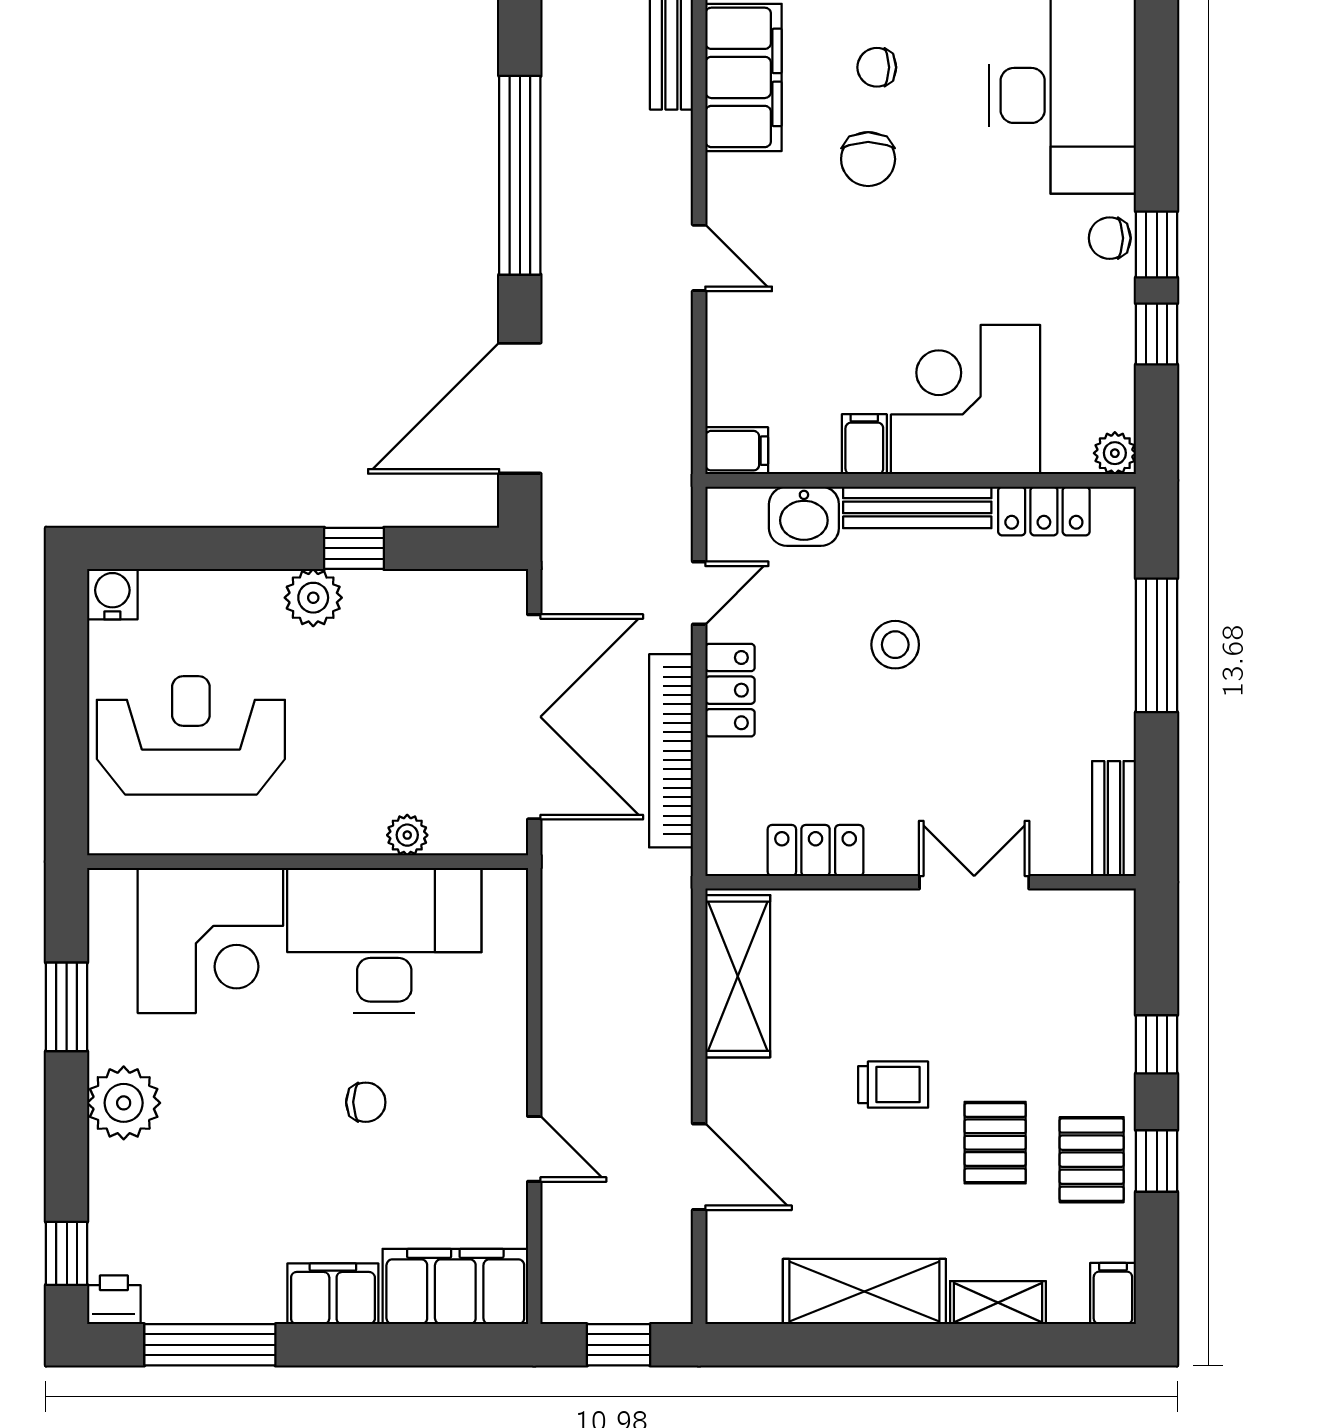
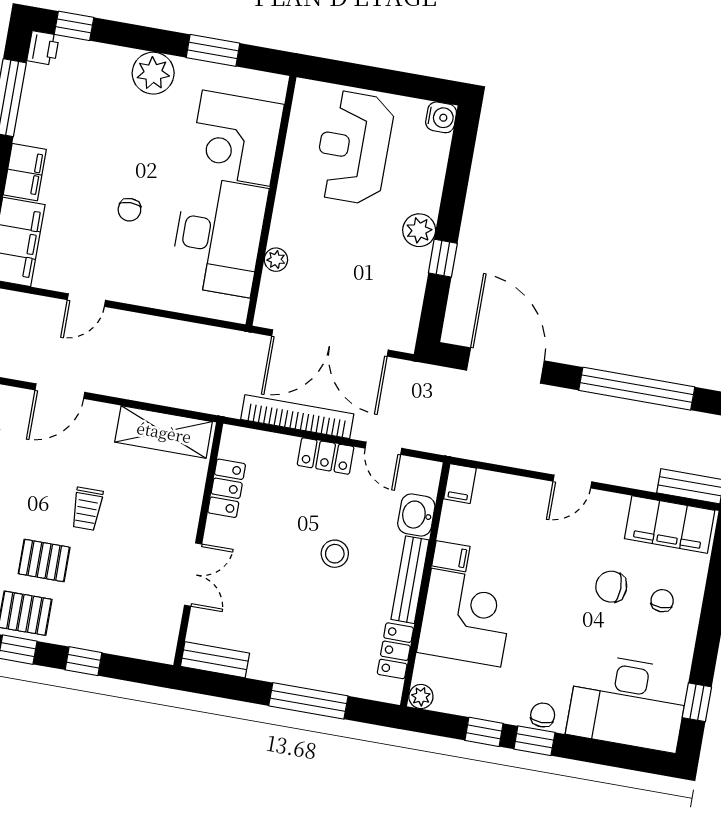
reception desk: (191, 735) -> (354, 148), turned 180

